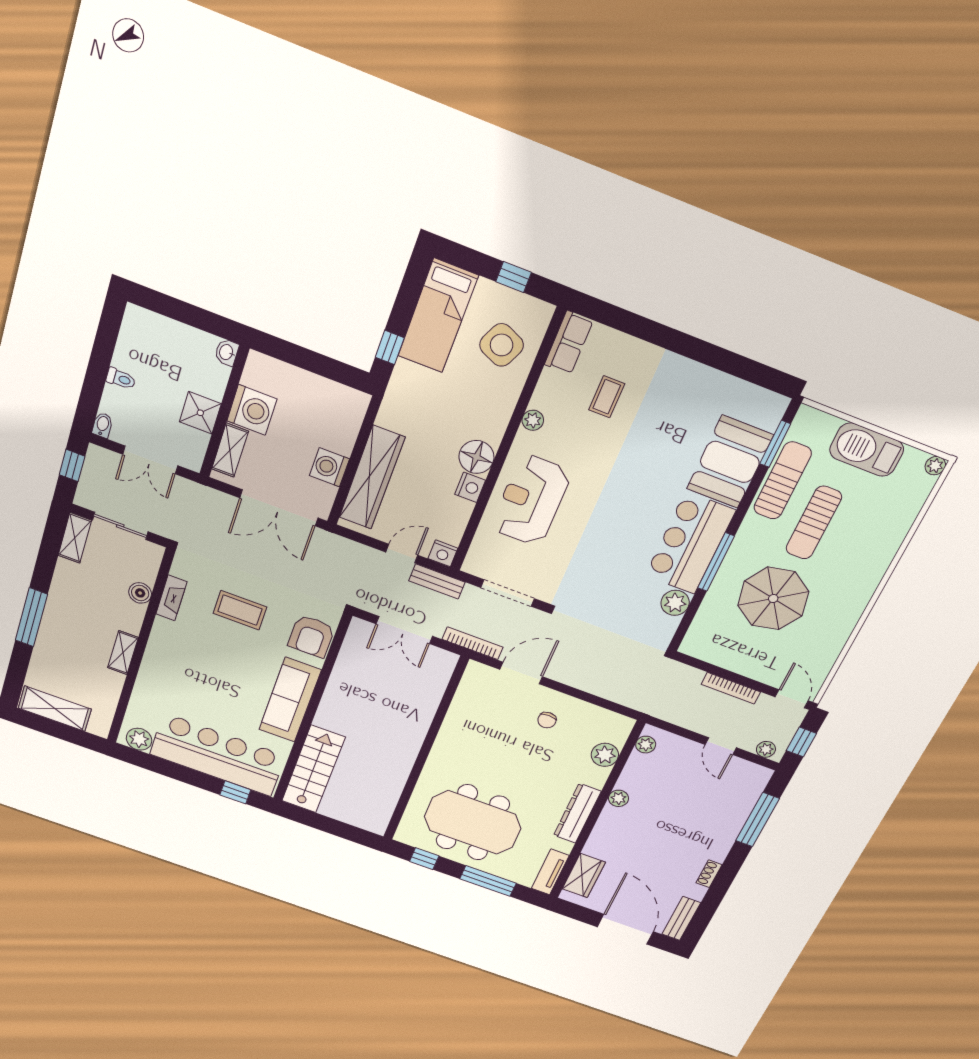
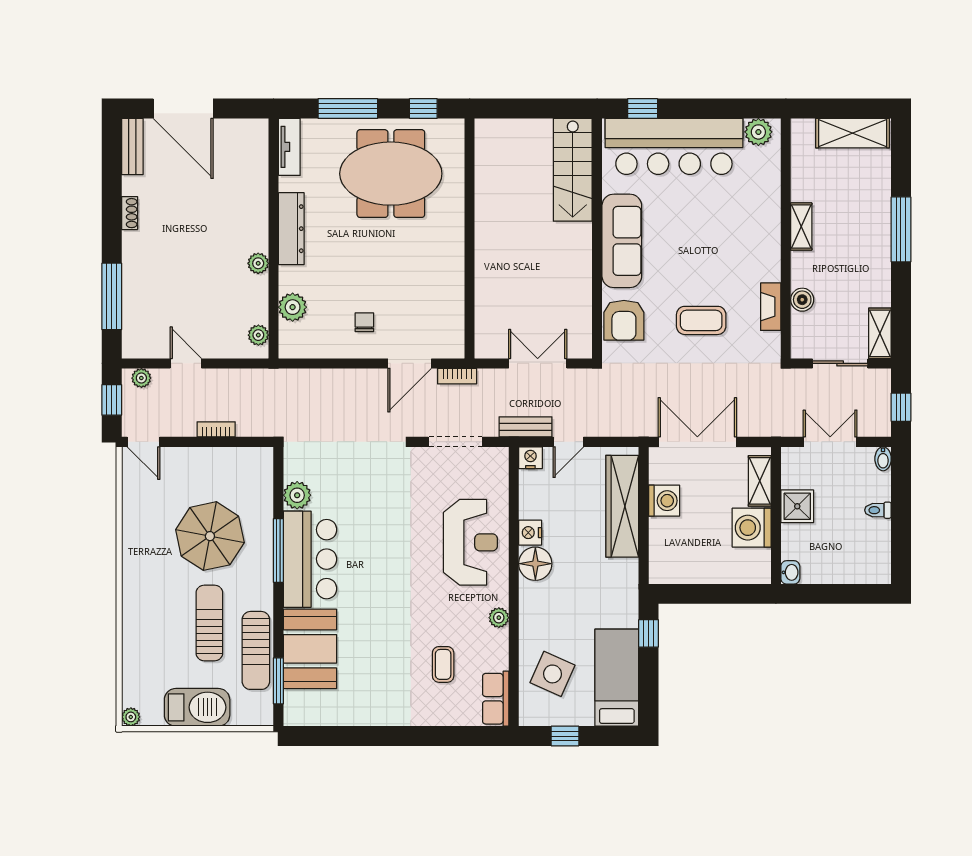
armchair: (311, 636) -> (624, 320), turned 180
bookcase: (473, 643) -> (457, 376), width x0.64
bookcase: (731, 688) -> (216, 429), width x0.64
wardrobe: (584, 876) -> (254, 157), removed

